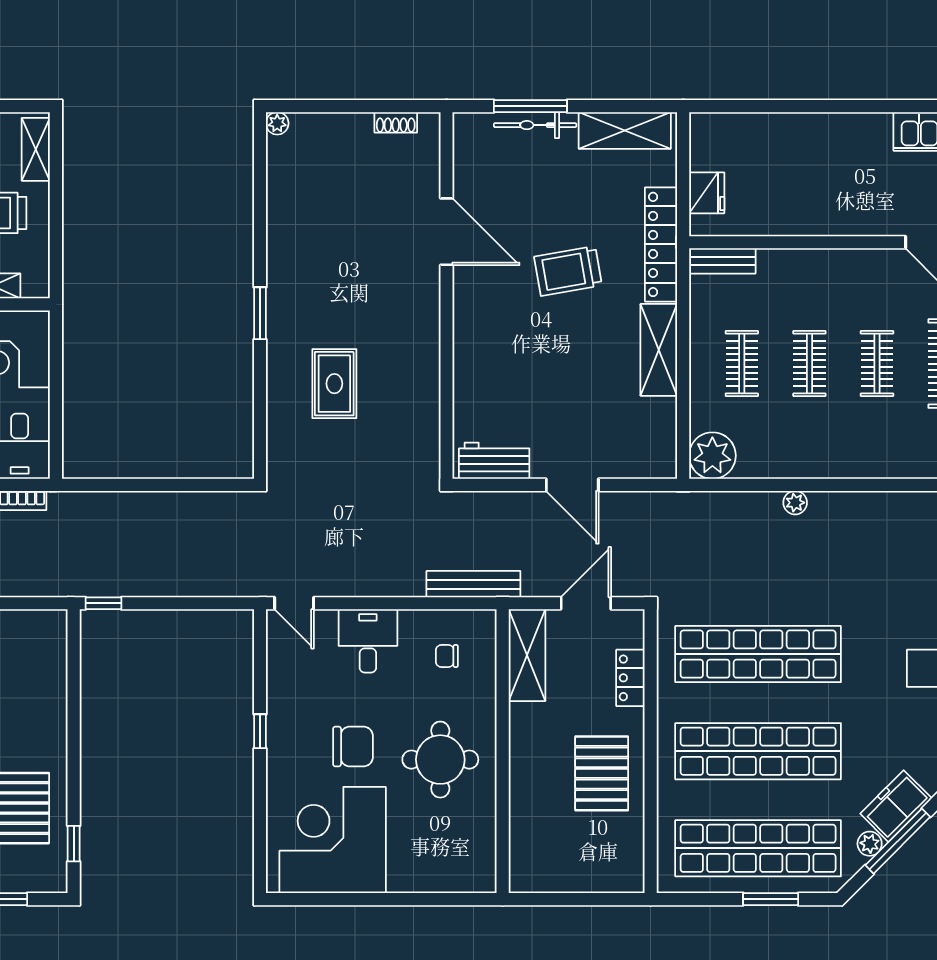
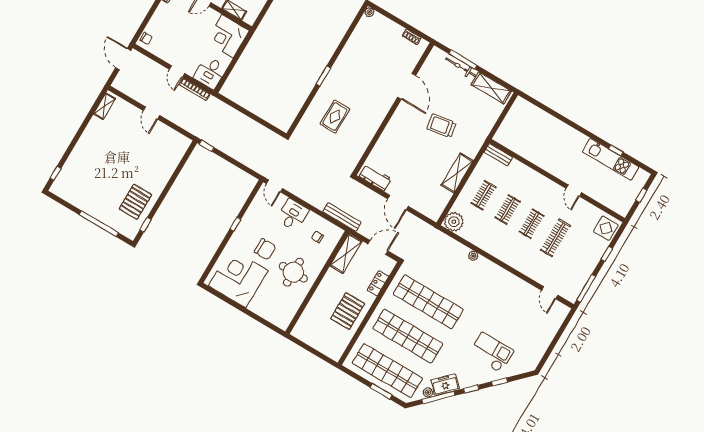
fridge: (707, 193) -> (507, 127), removed
locker: (661, 244) -> (480, 136), removed

